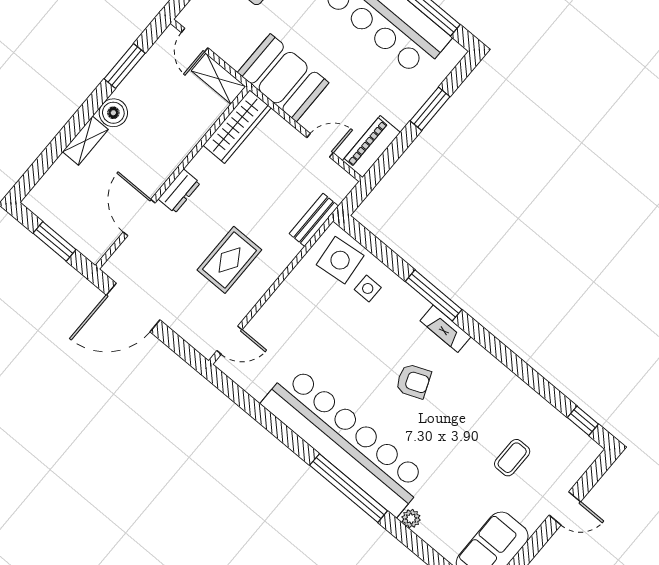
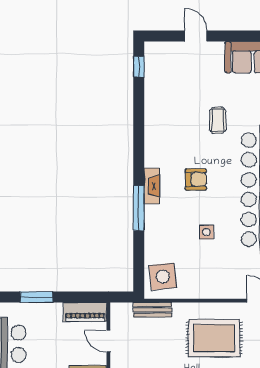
rug: (229, 260) -> (214, 338), width x1.36, depth x1.43
side table: (368, 288) -> (206, 232), moved
armchair: (413, 381) -> (196, 179), turned 112
coffee table: (512, 458) -> (218, 120), moved, turned 90

